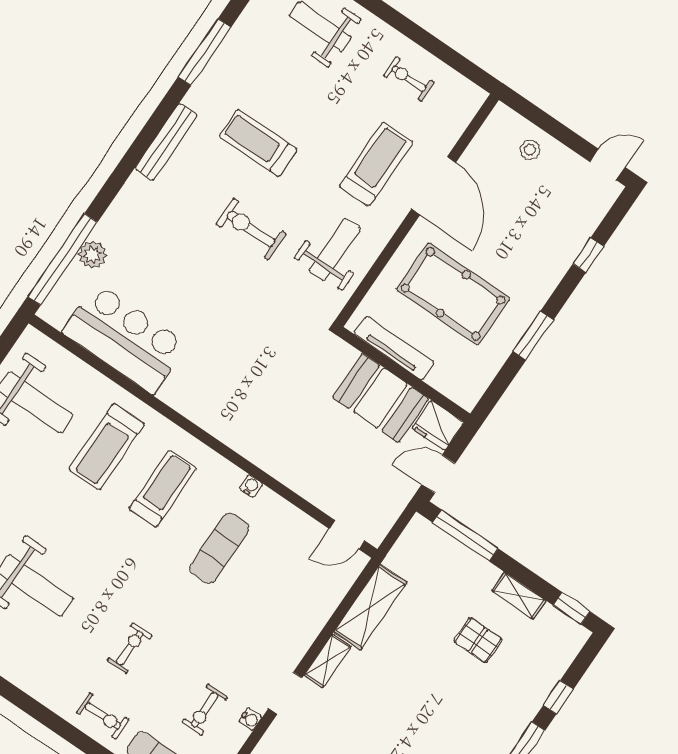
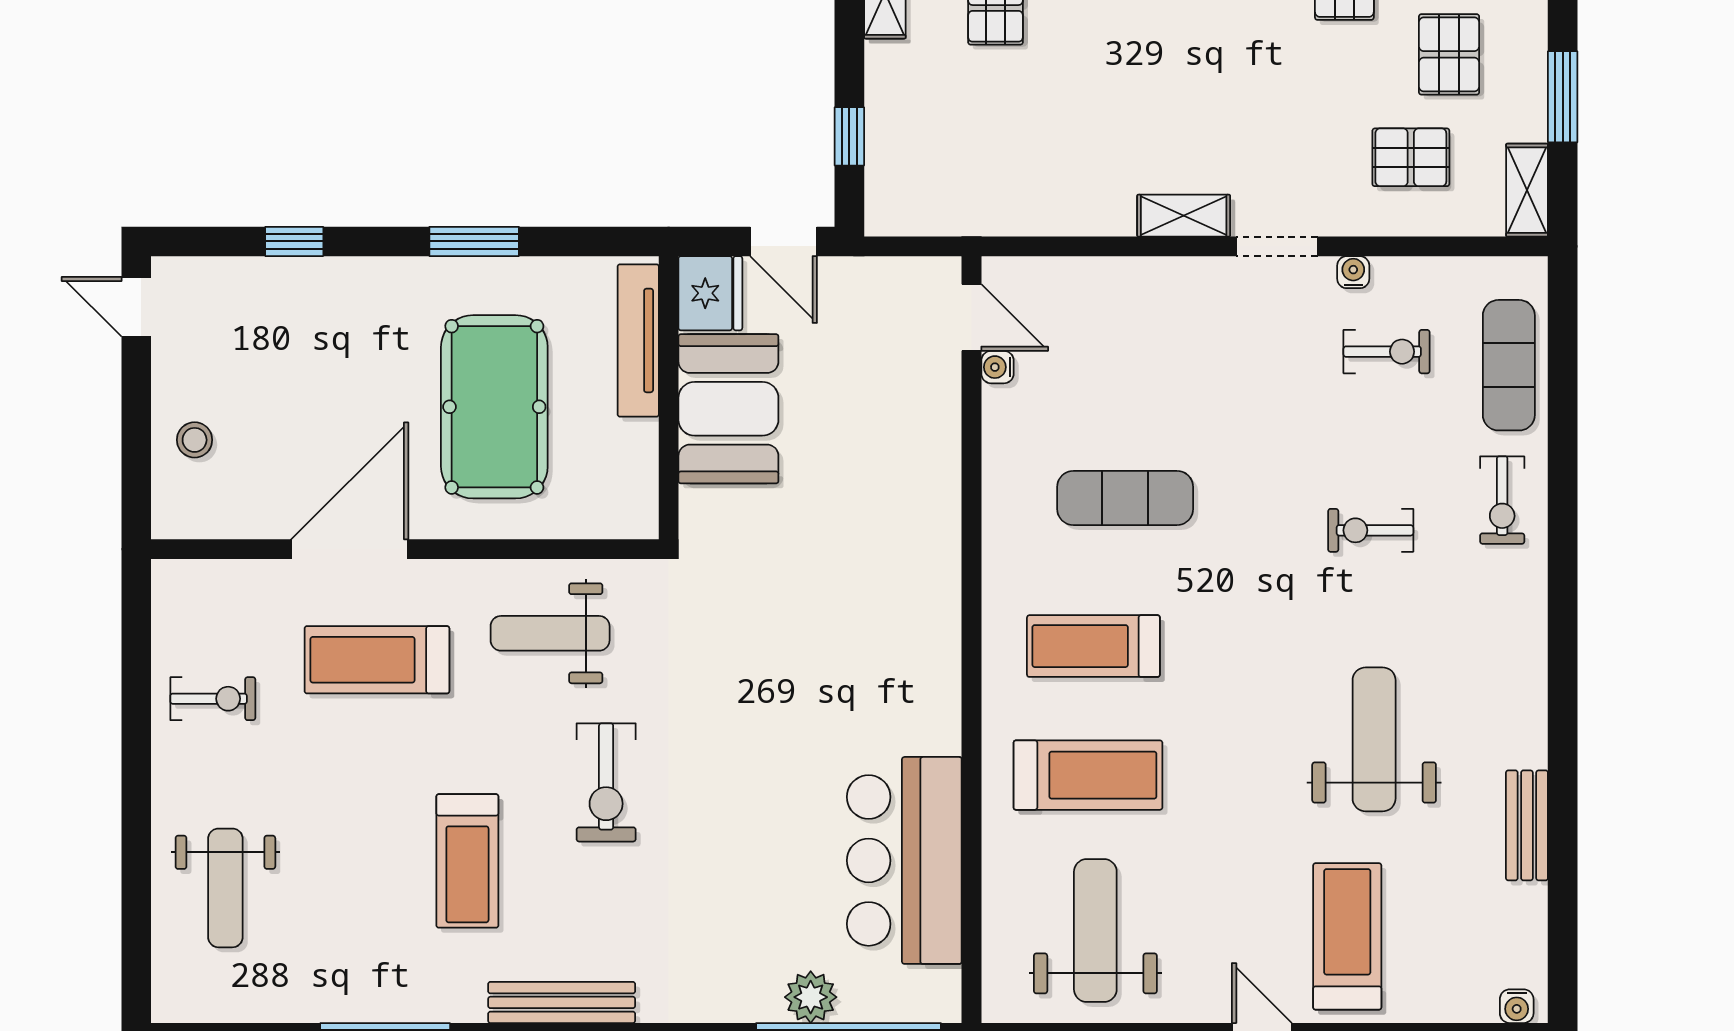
exercise bike: (409, 79) -> (213, 699), turned -90
tv unit: (394, 348) -> (638, 340), moved
water cooler: (251, 486) -> (997, 367), moved
window: (465, 536) -> (849, 136), width x0.46
shelving: (370, 607) -> (1058, 206), removed
exercise bike: (103, 716) -> (1502, 500), turned 180

